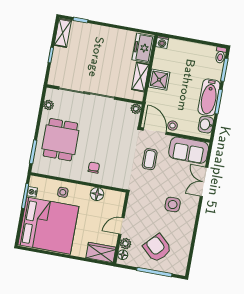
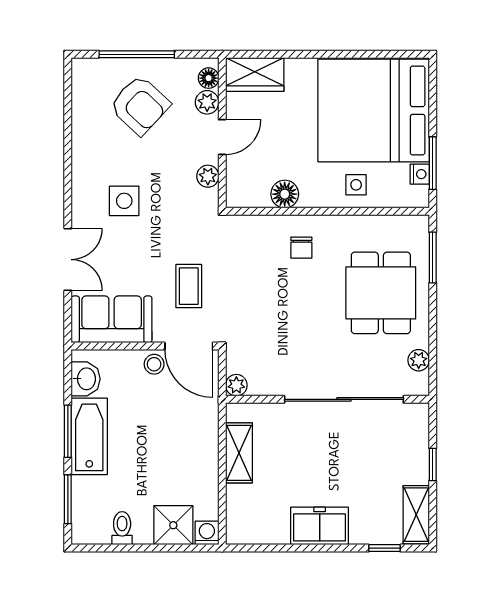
freezer: (143, 48) -> (320, 526), moved, turned -90
toilet: (220, 55) -> (122, 528), moved
shower: (159, 80) -> (173, 525), moved
plant: (131, 209) -> (208, 176), added

